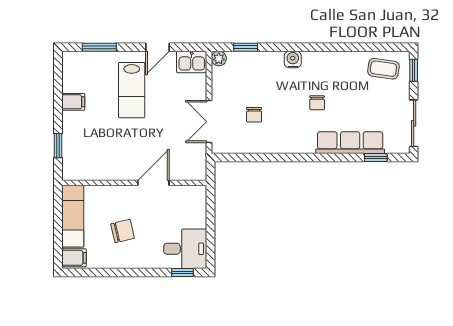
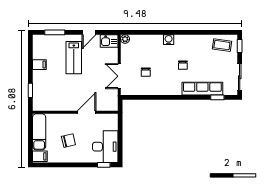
window: (246, 47) -> (141, 32), removed
desk: (185, 249) -> (105, 147), width x1.37

